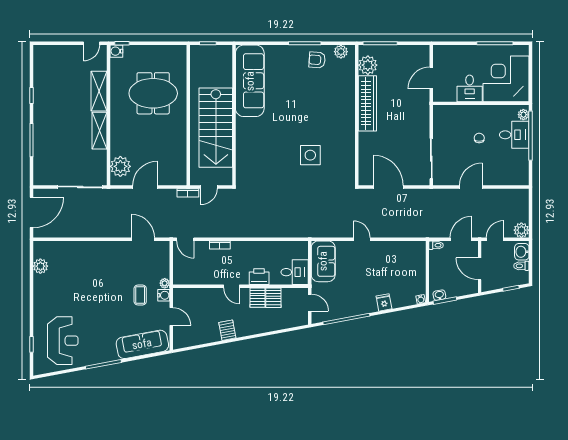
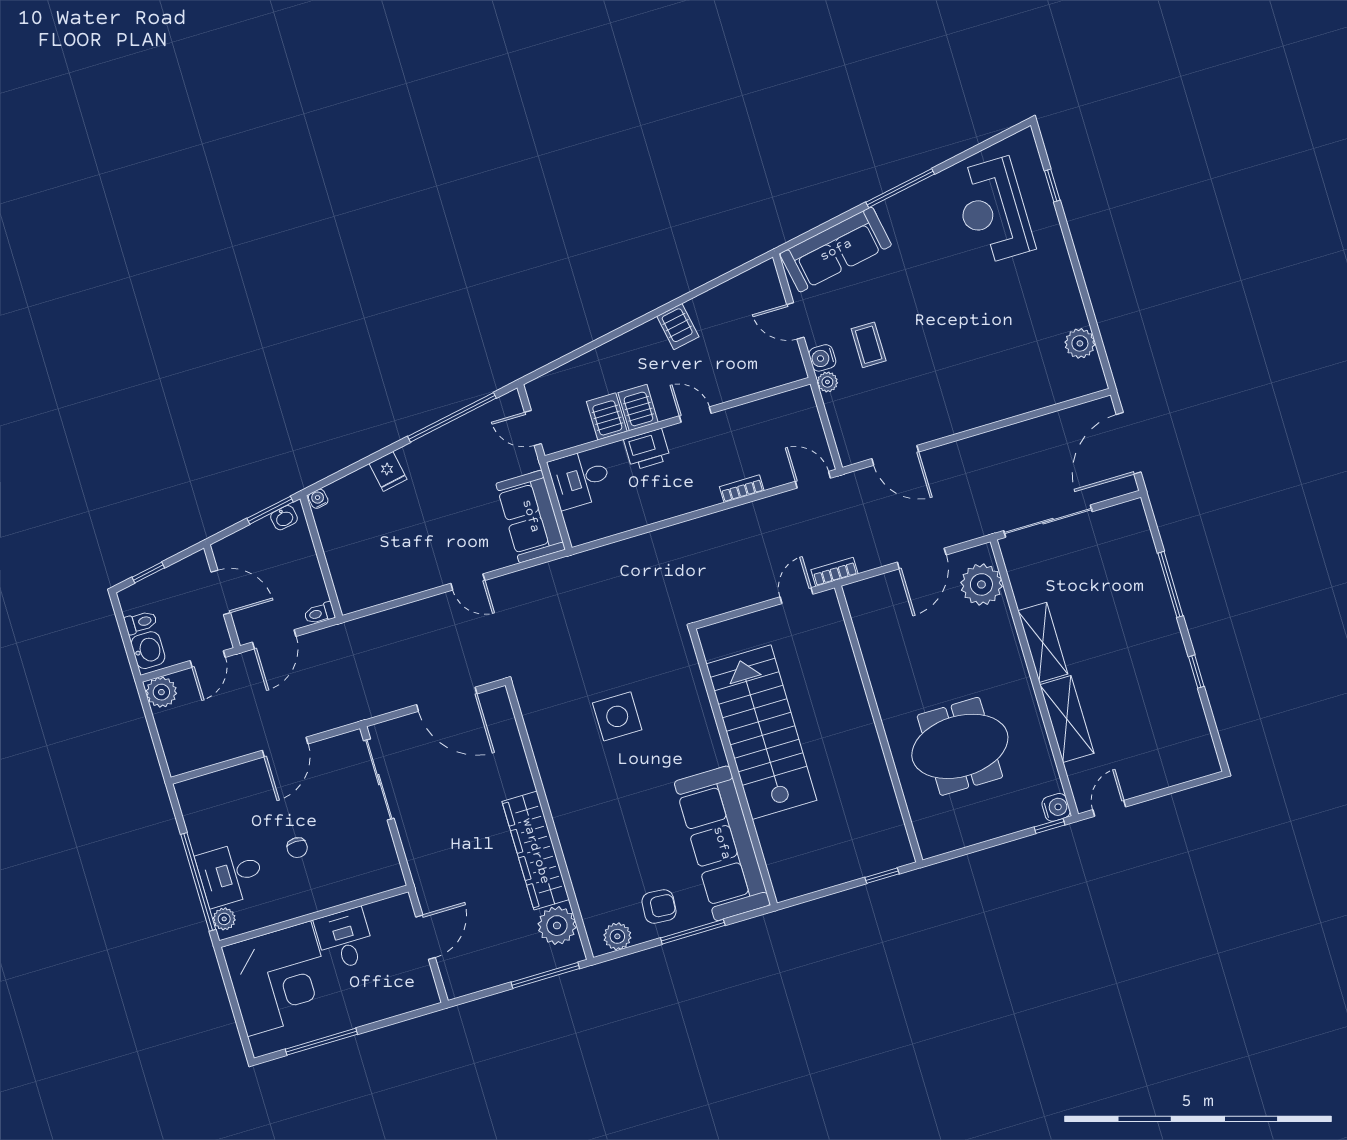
sofa: (250, 81) -> (722, 843), moved
wall: (234, 115) -> (733, 767), moved
stairs: (216, 128) -> (761, 732), moved

